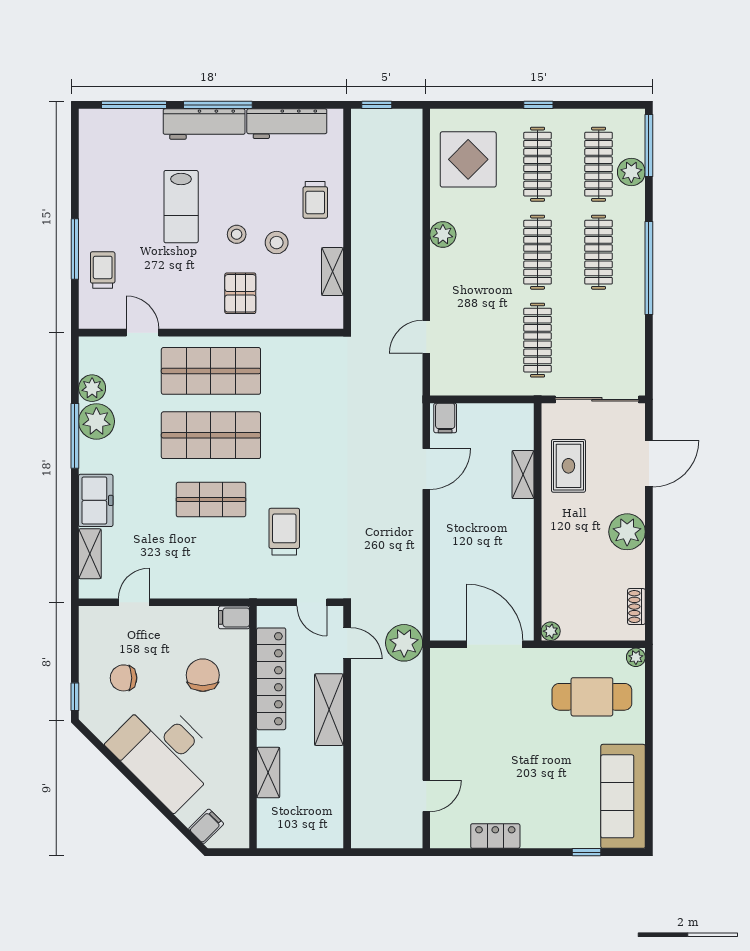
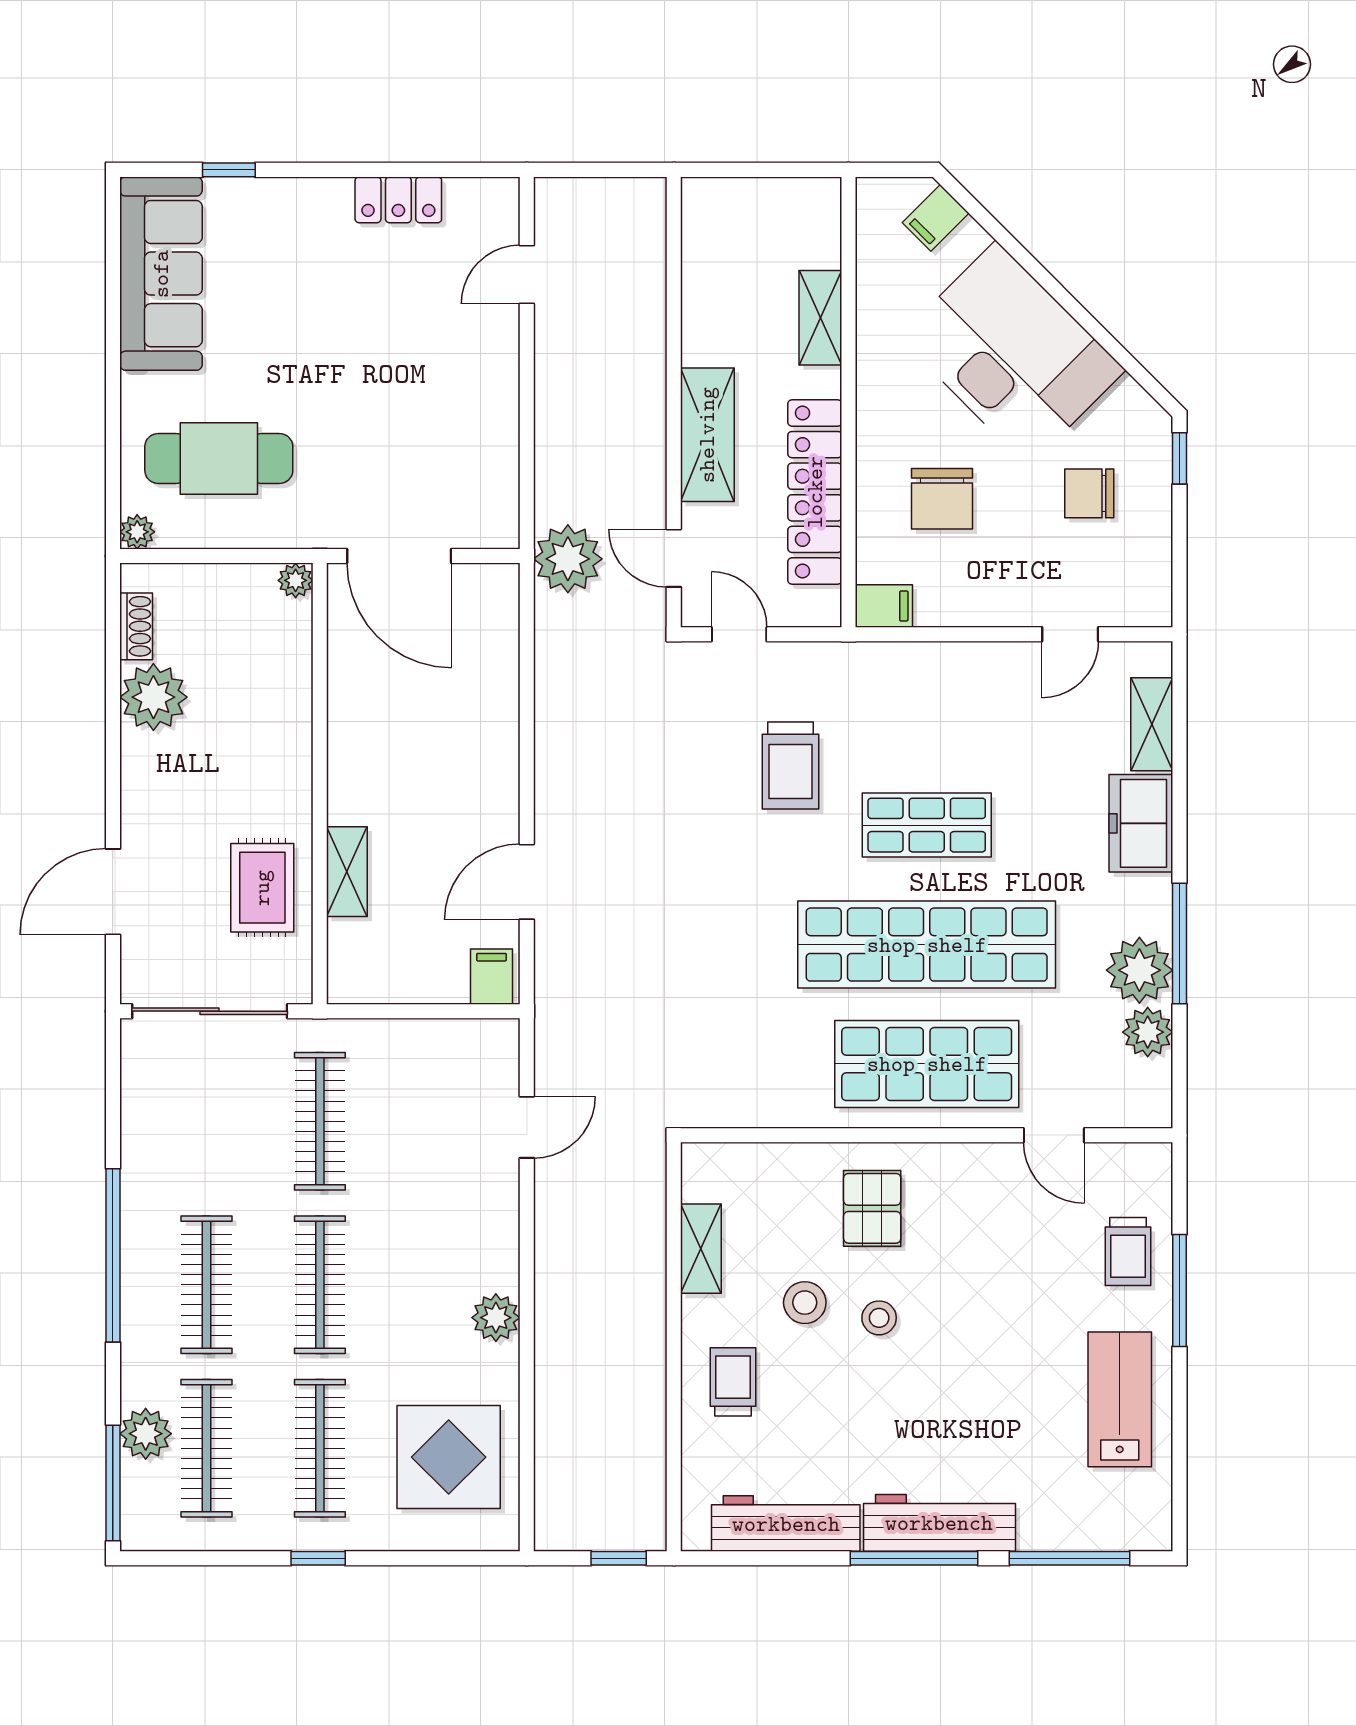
lab bench: (181, 207) -> (1120, 1399), moved
shop shelf: (211, 435) -> (927, 945), width x1.40
plant: (627, 532) -> (153, 697), moved
chair: (124, 678) -> (1089, 493), turned 180

